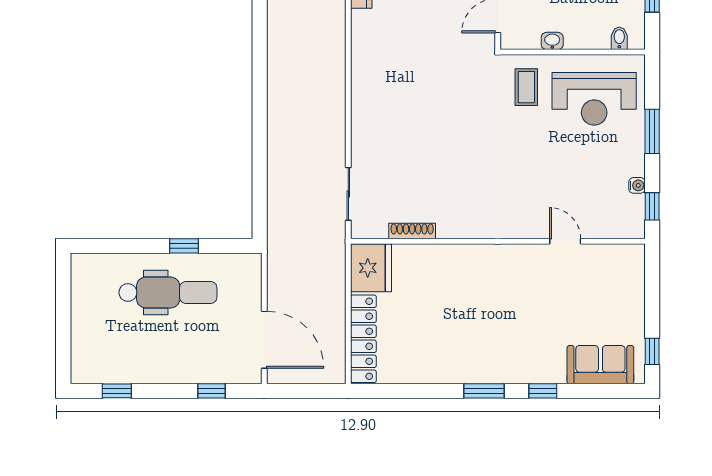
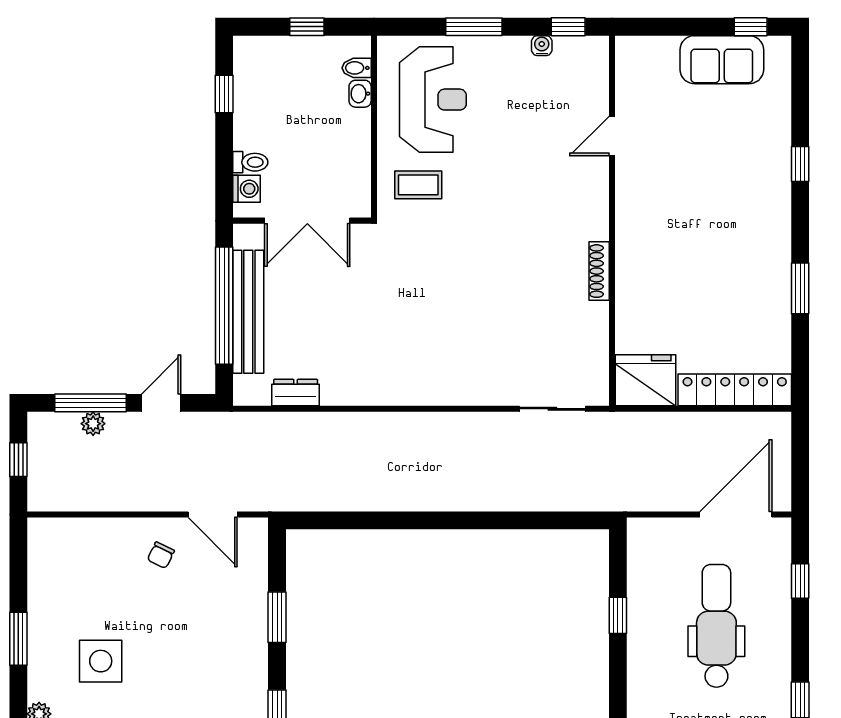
washbasin: (552, 41) -> (360, 94), moved
shoe rack: (412, 231) -> (599, 271), moved
dental chair: (168, 292) -> (716, 626), moved
sofa: (600, 365) -> (722, 60), moved, turned -90
window: (484, 391) -> (800, 288), moved

